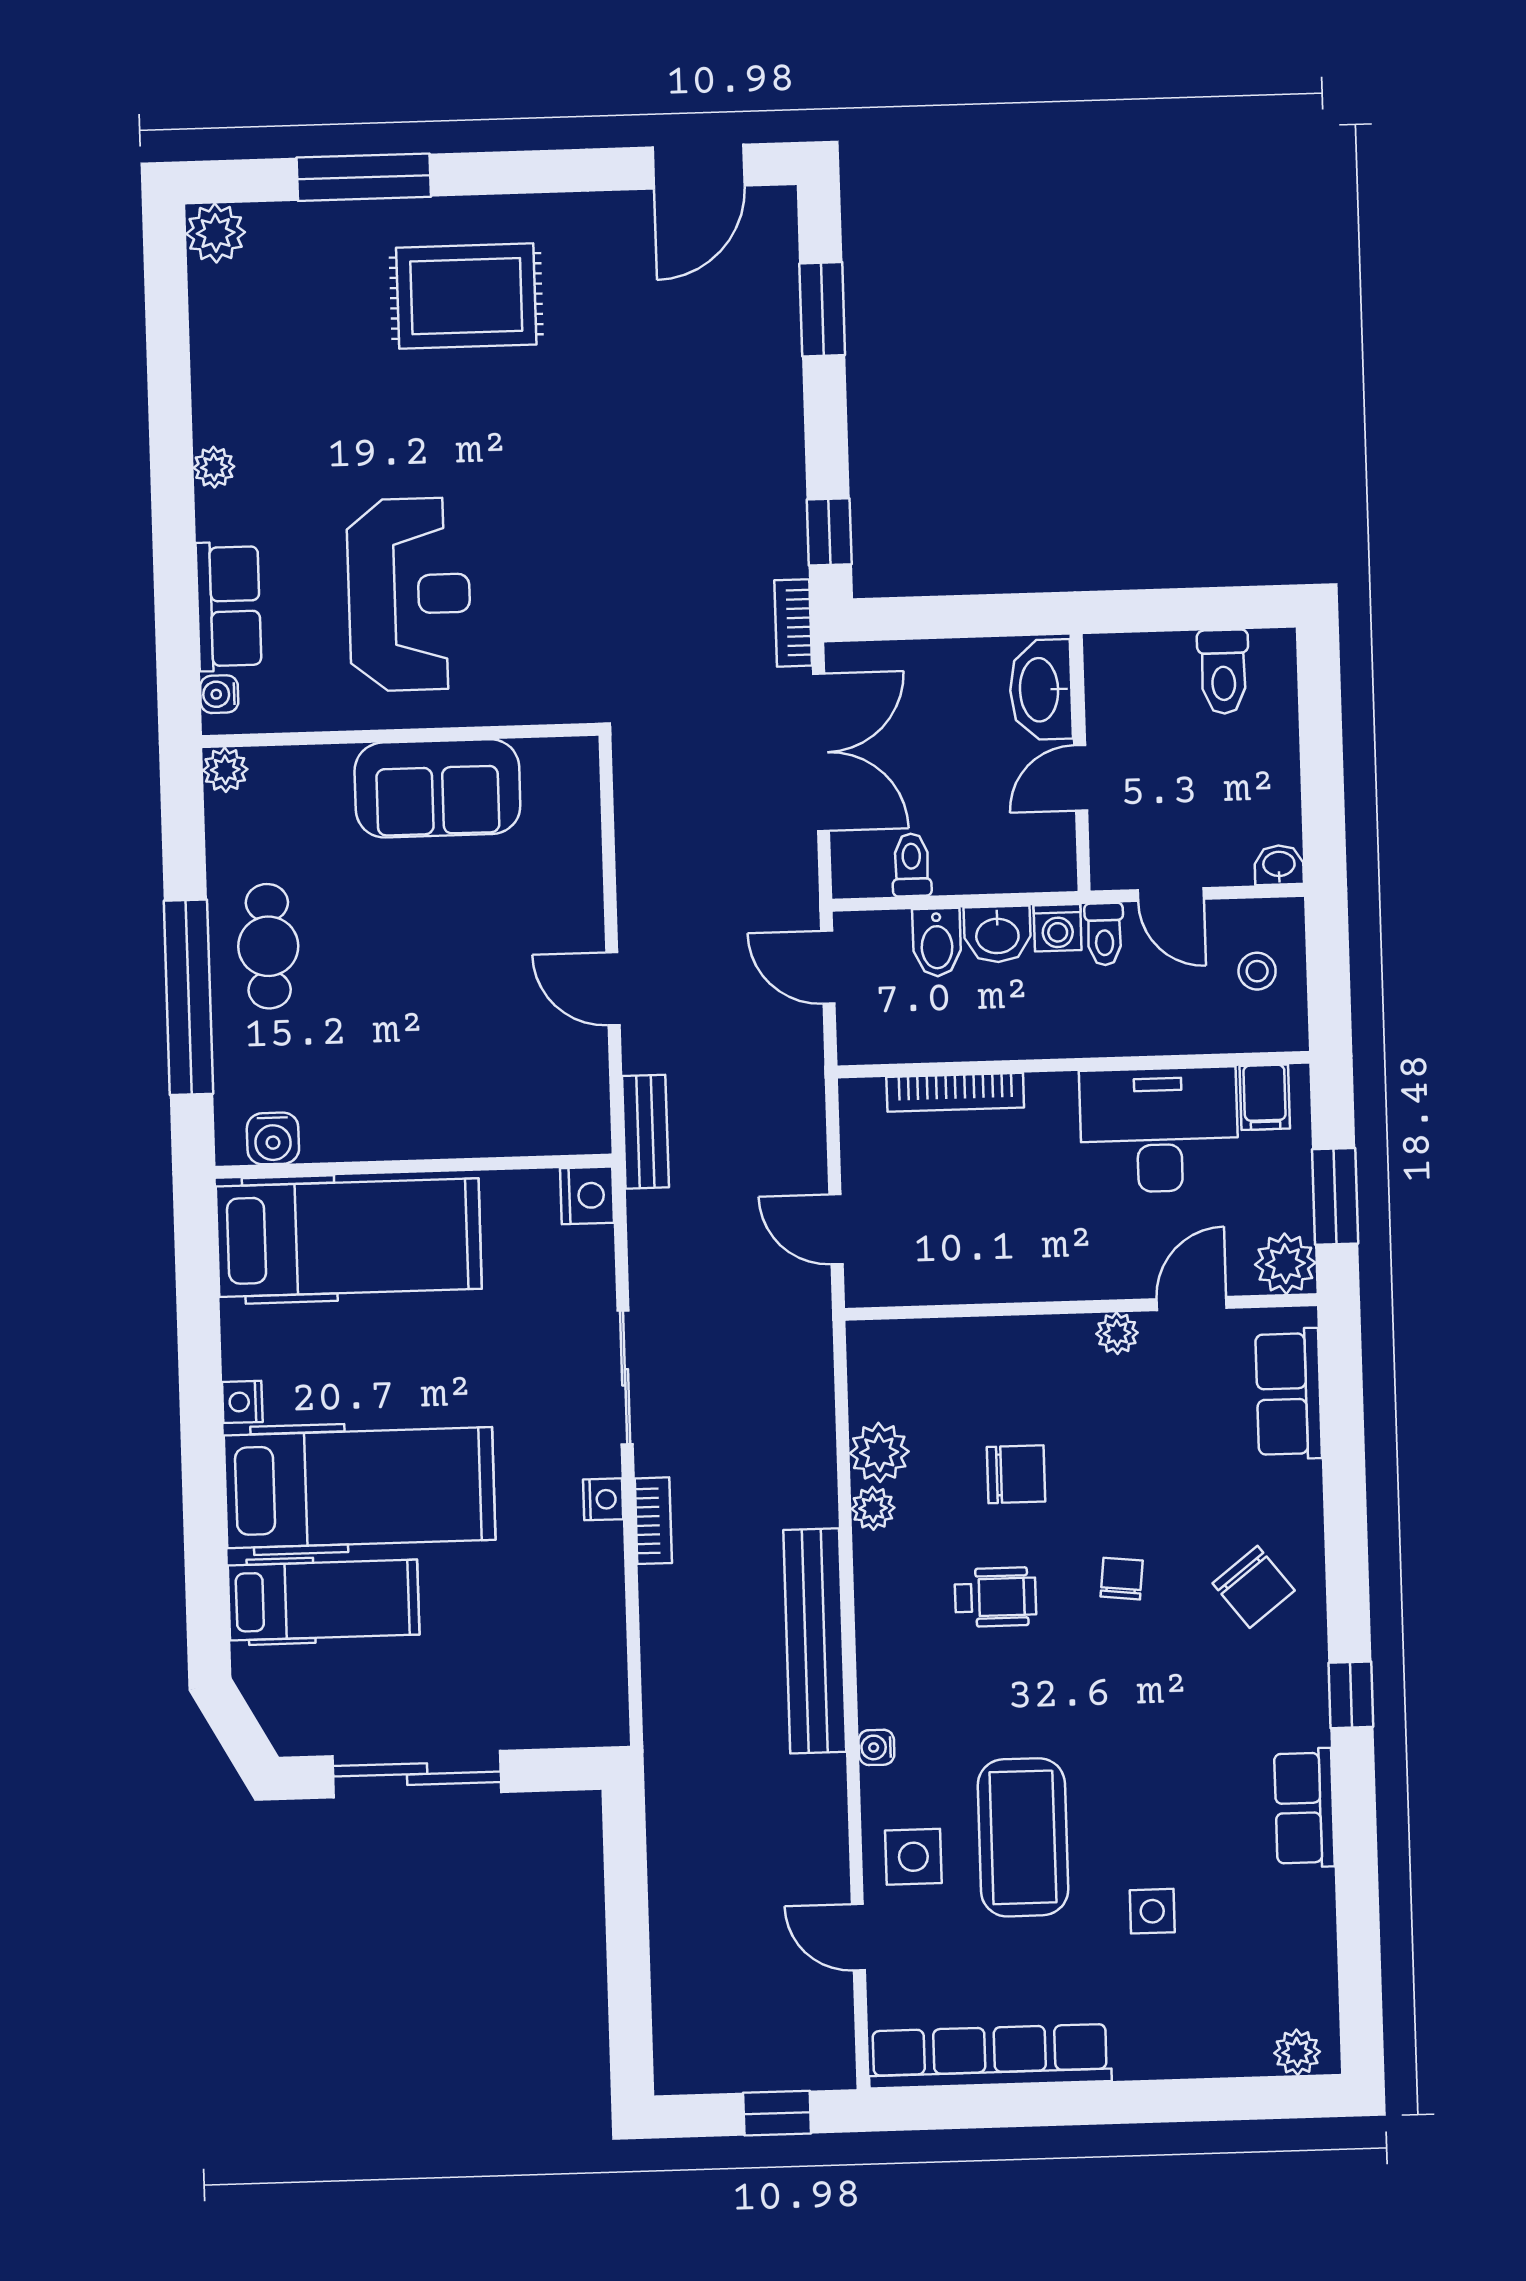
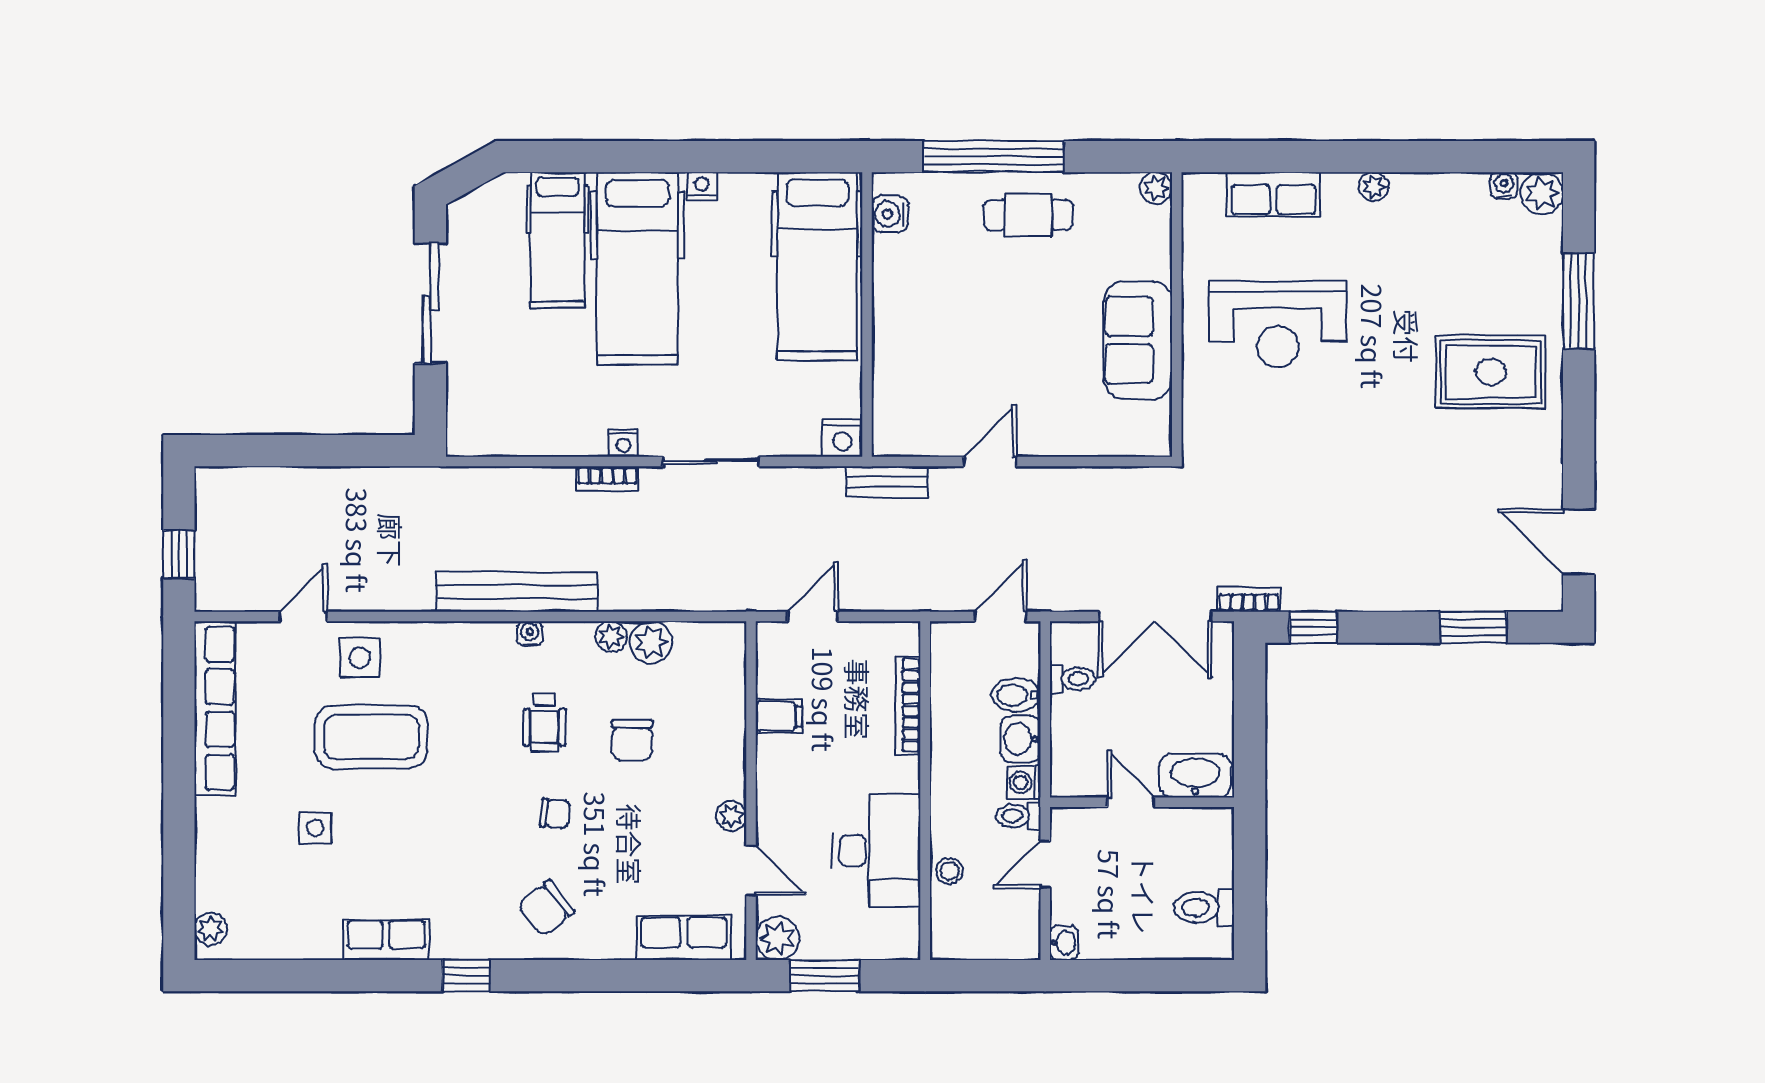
rug: (466, 296) -> (1491, 372), turned 90
water cooler: (219, 694) -> (1504, 185), moved
stool: (1257, 971) -> (950, 871), moved
filing cabinet: (1265, 1097) -> (779, 716), moved, turned 180
water cooler: (876, 1747) -> (530, 634), moved

